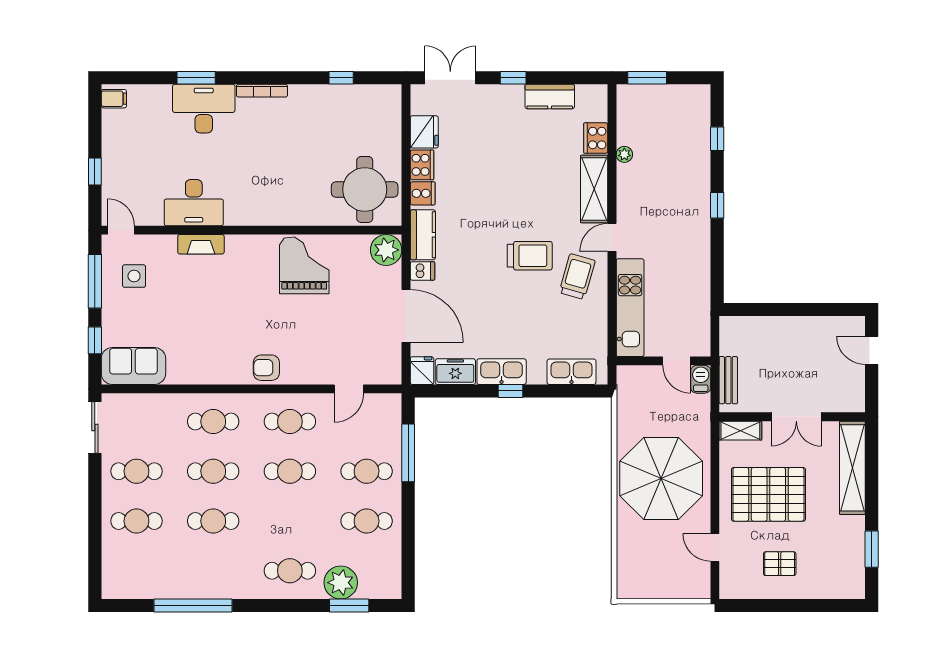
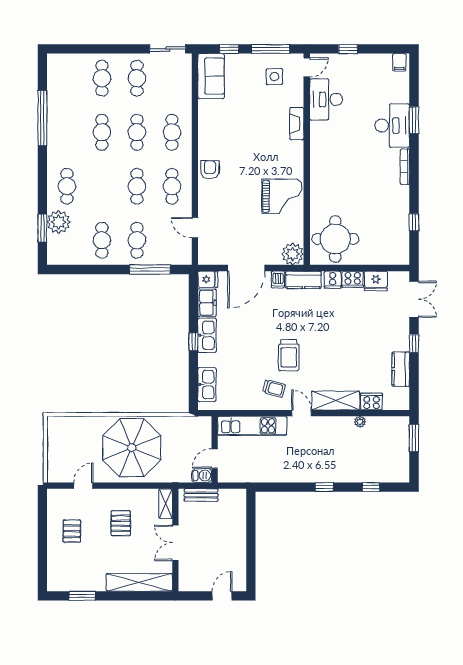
desk: (194, 203) -> (326, 99), moved
trolley: (577, 277) -> (274, 389), width x0.73, depth x0.72
pallet: (768, 494) -> (121, 523), width x0.49, depth x0.50

